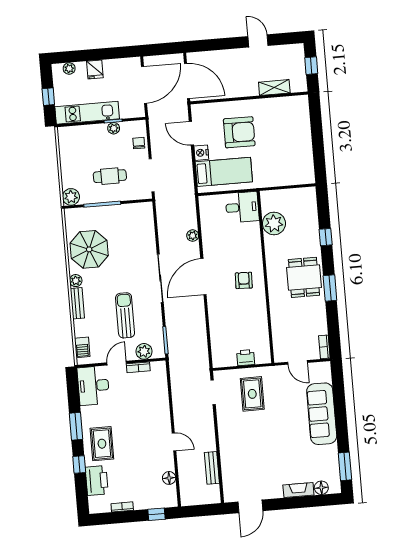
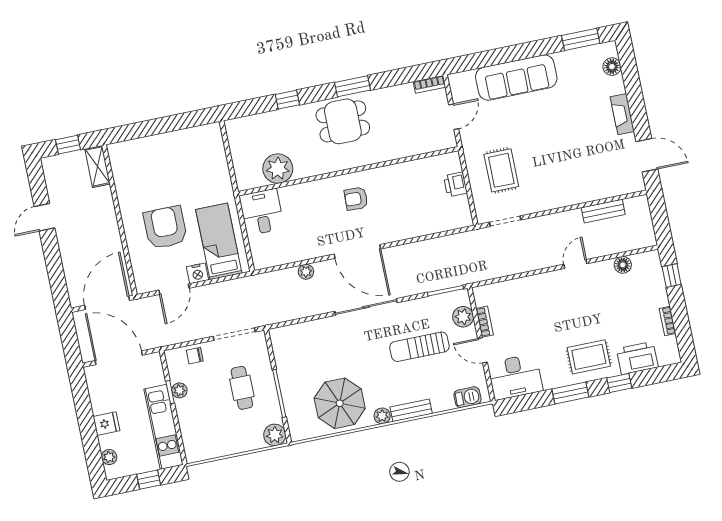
shelving: (274, 88) -> (97, 166), moved
rug: (252, 394) -> (501, 170), turned 90
fireplace: (298, 490) -> (622, 114), moved

